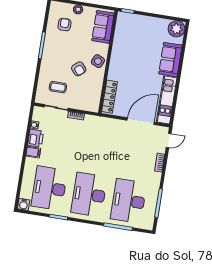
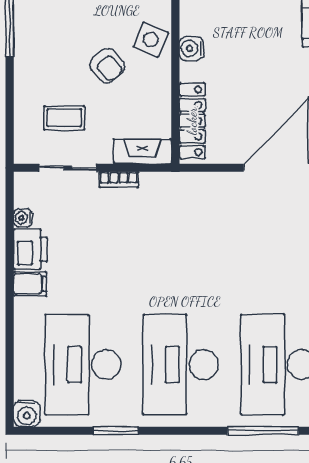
water cooler: (114, 67) -> (191, 48), added
fireplace: (87, 106) -> (142, 152), added

